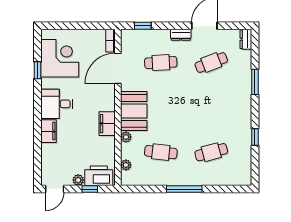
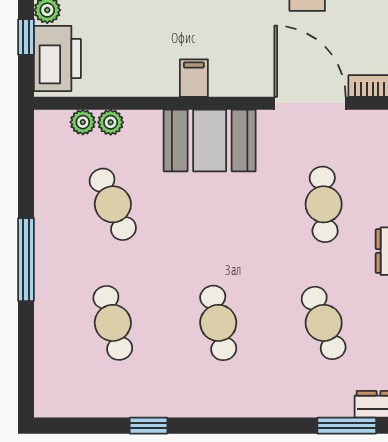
window: (255, 82) -> (347, 426), moved
cafe table: (211, 107) -> (218, 323), added
filing cabinet: (107, 124) -> (194, 78), width x0.50
plant: (126, 137) -> (111, 122), moved
cafe table: (161, 152) -> (113, 204), turned -30

